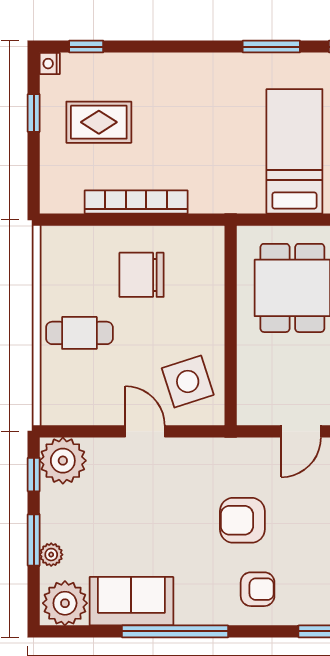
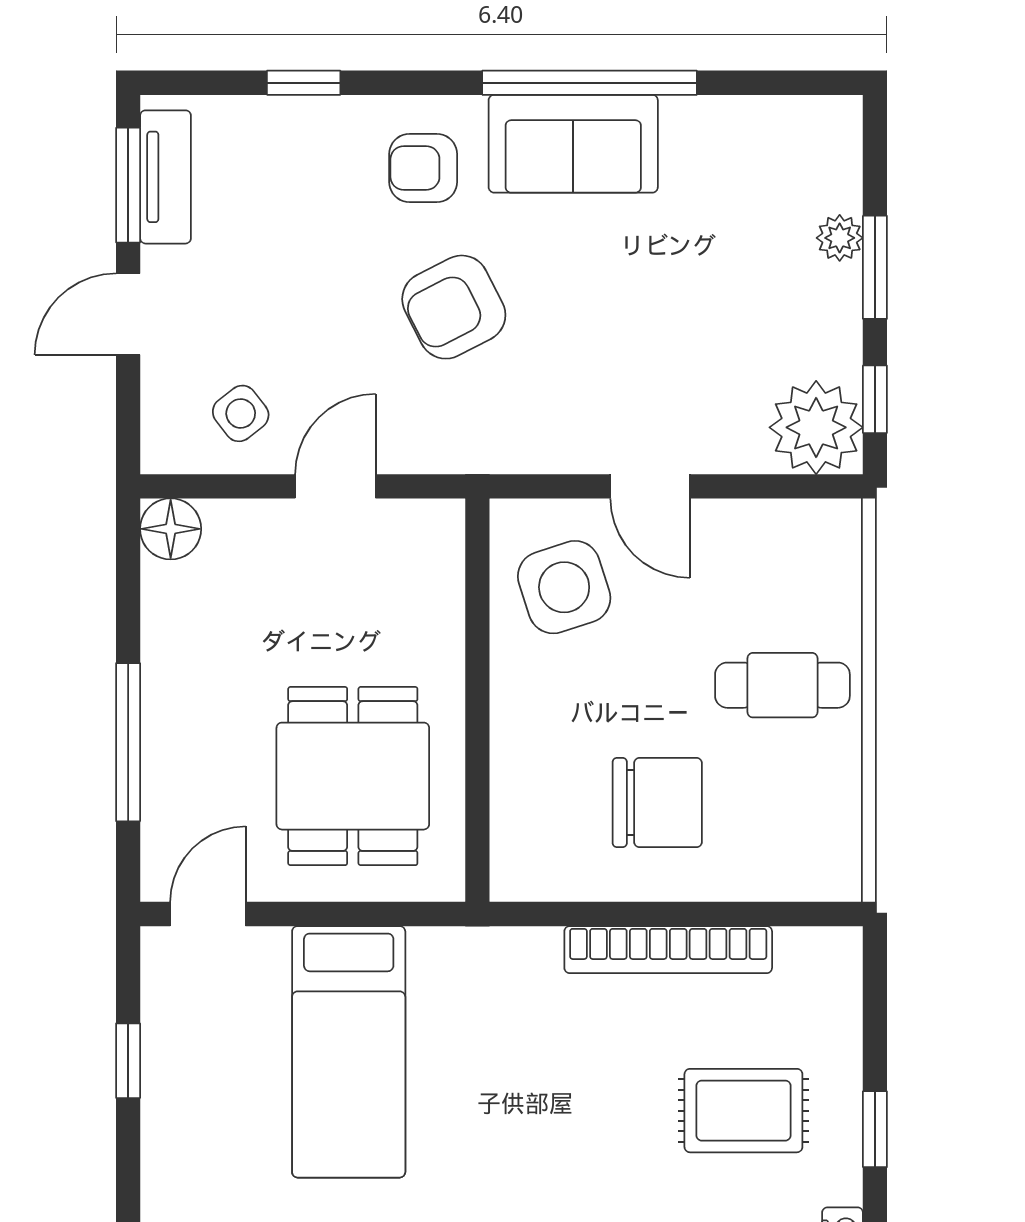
armchair: (242, 520) -> (454, 307), turned 153
sofa: (131, 601) -> (573, 144), moved
plant: (65, 603) -> (812, 140), removed

